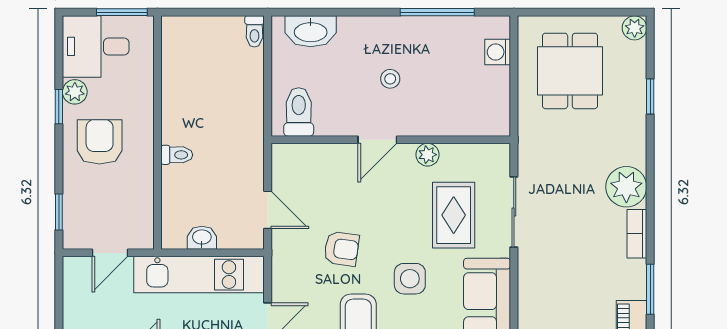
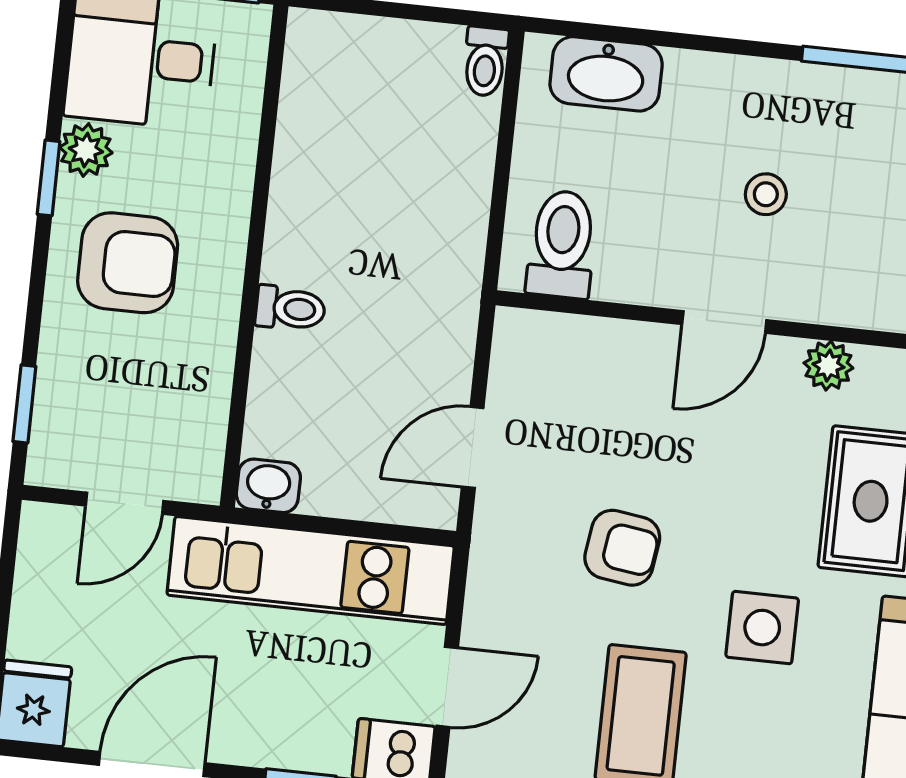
armchair: (100, 142) -> (128, 263), turned 90
door: (268, 210) -> (473, 447), swing flipped
washbasin: (202, 238) -> (268, 486), moved

